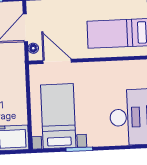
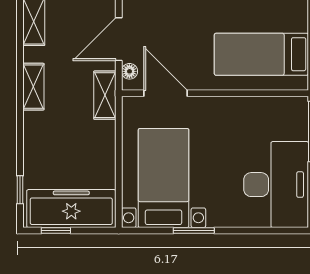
shelving: (18, 64) -> (105, 95), added

